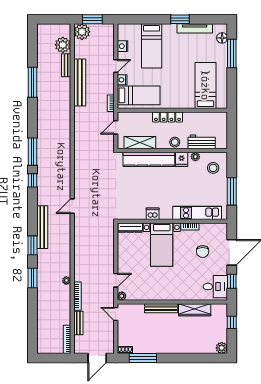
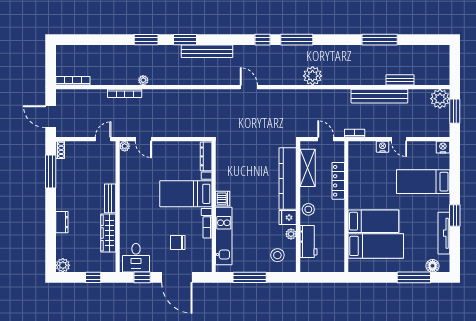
plant: (63, 45) -> (313, 76), moved
nightstand: (123, 46) -> (443, 147), moved
bed: (139, 95) -> (373, 221), moved, turned -90
locker: (168, 117) -> (338, 181), moved
door: (72, 206) -> (249, 87), moved
dishwasher: (153, 214) -> (223, 199), moved
bench: (161, 308) -> (110, 198), width x0.73
bench: (78, 323) -> (92, 94), removed
dresser: (185, 349) -> (62, 222), added

